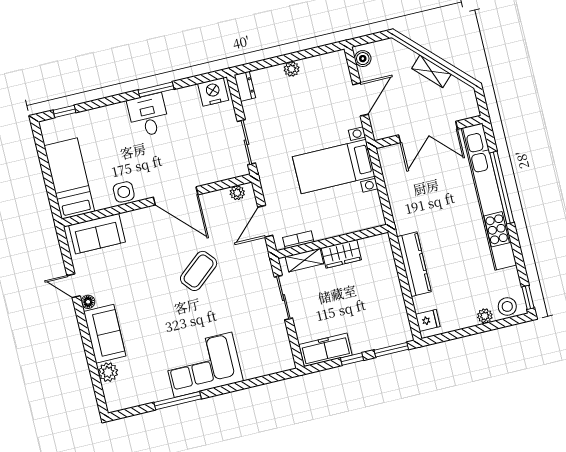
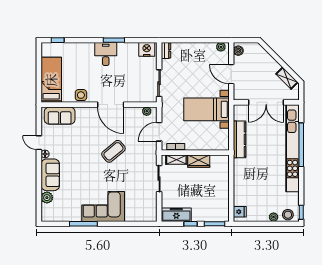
plant: (292, 69) -> (221, 47), moved
shelving: (431, 71) -> (287, 78), moved
door: (360, 99) -> (231, 74), swing flipped
kitchen counter: (414, 264) -> (240, 139), moved

